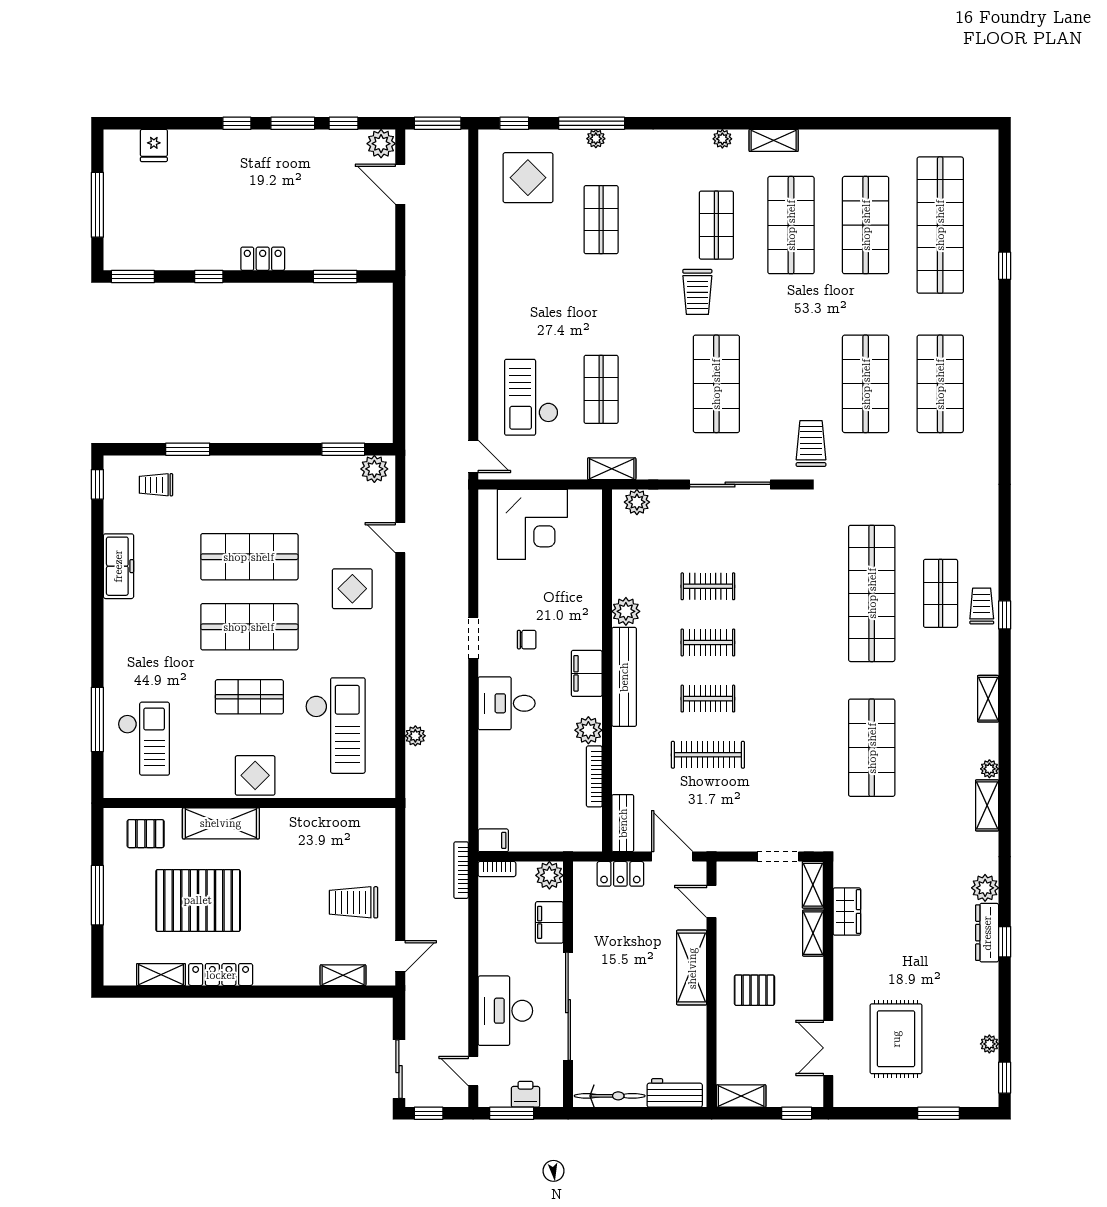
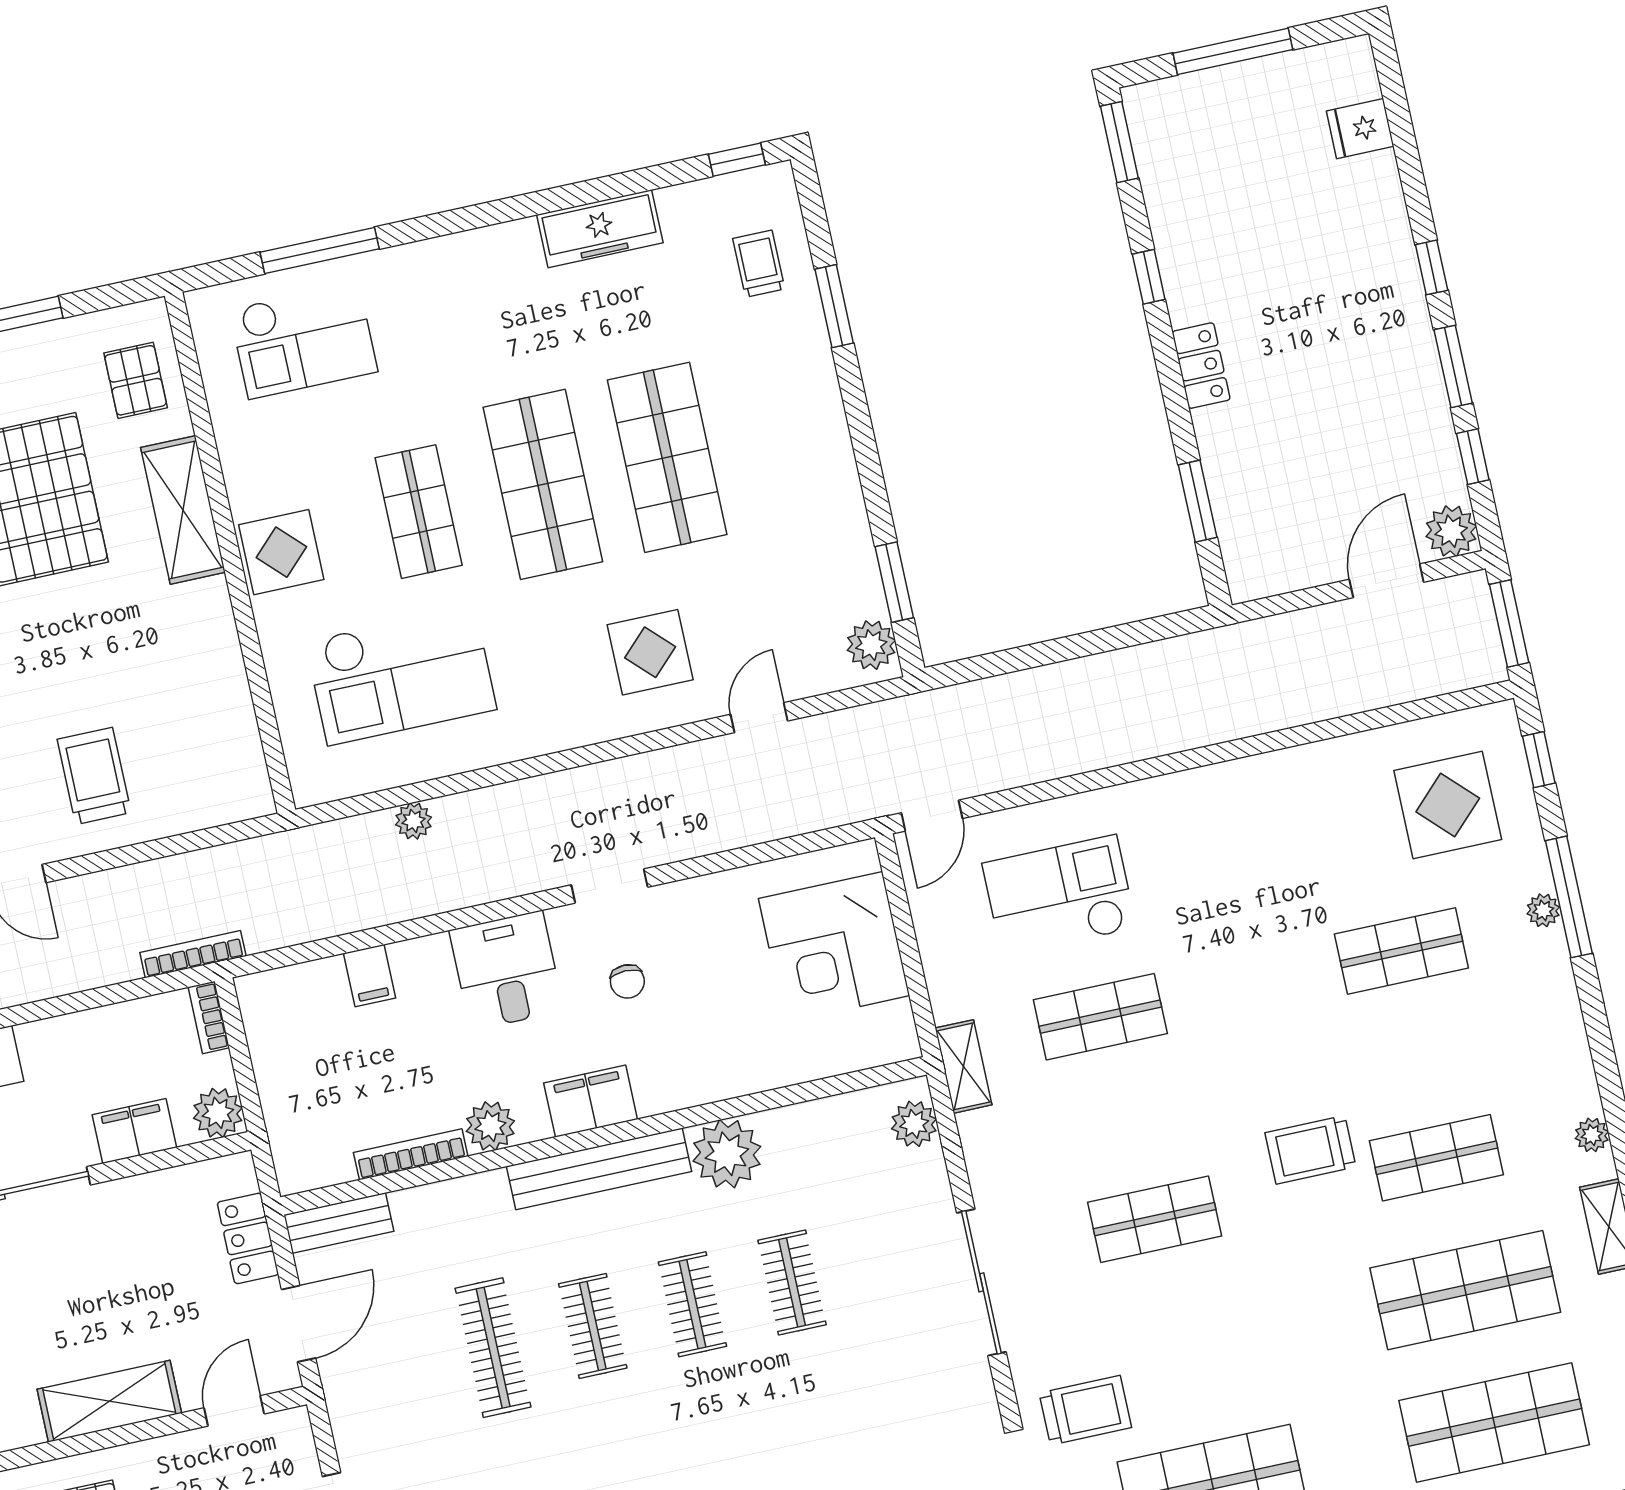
shop shelf: (716, 384) -> (1155, 1219), width x0.70, depth x0.74
plant: (626, 611) -> (727, 1154), width x1.36, depth x1.36
filing cabinet: (493, 840) -> (369, 976), moved

